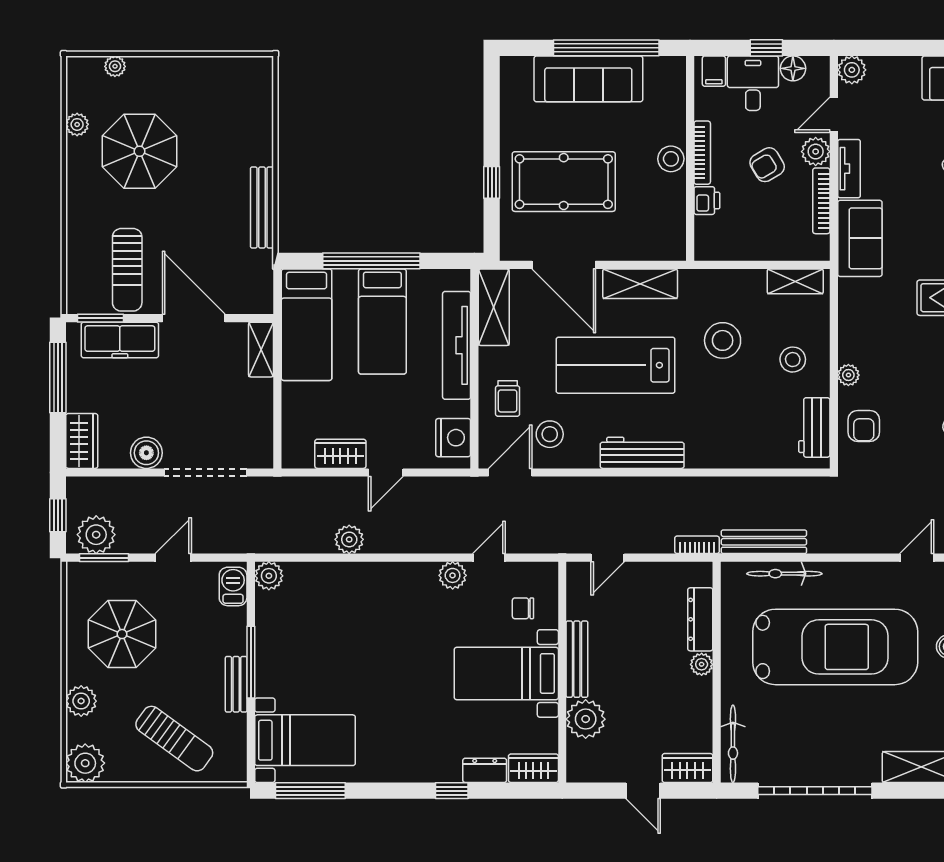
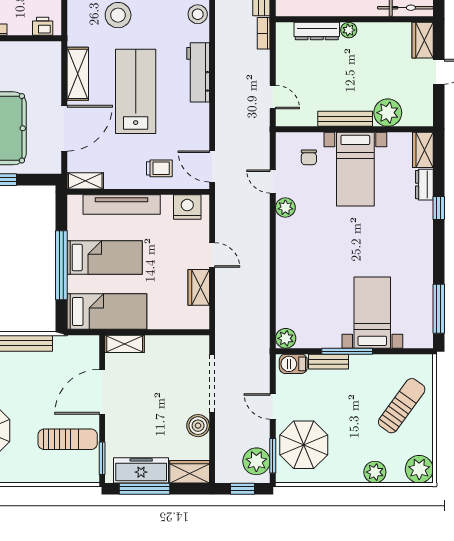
printer: (707, 201) -> (43, 26), moved
shelving: (494, 307) -> (85, 181), width x0.67, depth x0.75
freezer: (120, 340) -> (141, 470), moved, turned -90
lab bench: (616, 365) -> (136, 91), turned 180
stool: (550, 434) -> (198, 14), moved
plant: (349, 539) -> (260, 281), removed
parasol: (122, 634) -> (304, 445), moved
bench: (236, 684) -> (328, 362), moved
bed with nightstands: (305, 740) -> (372, 313), moved

